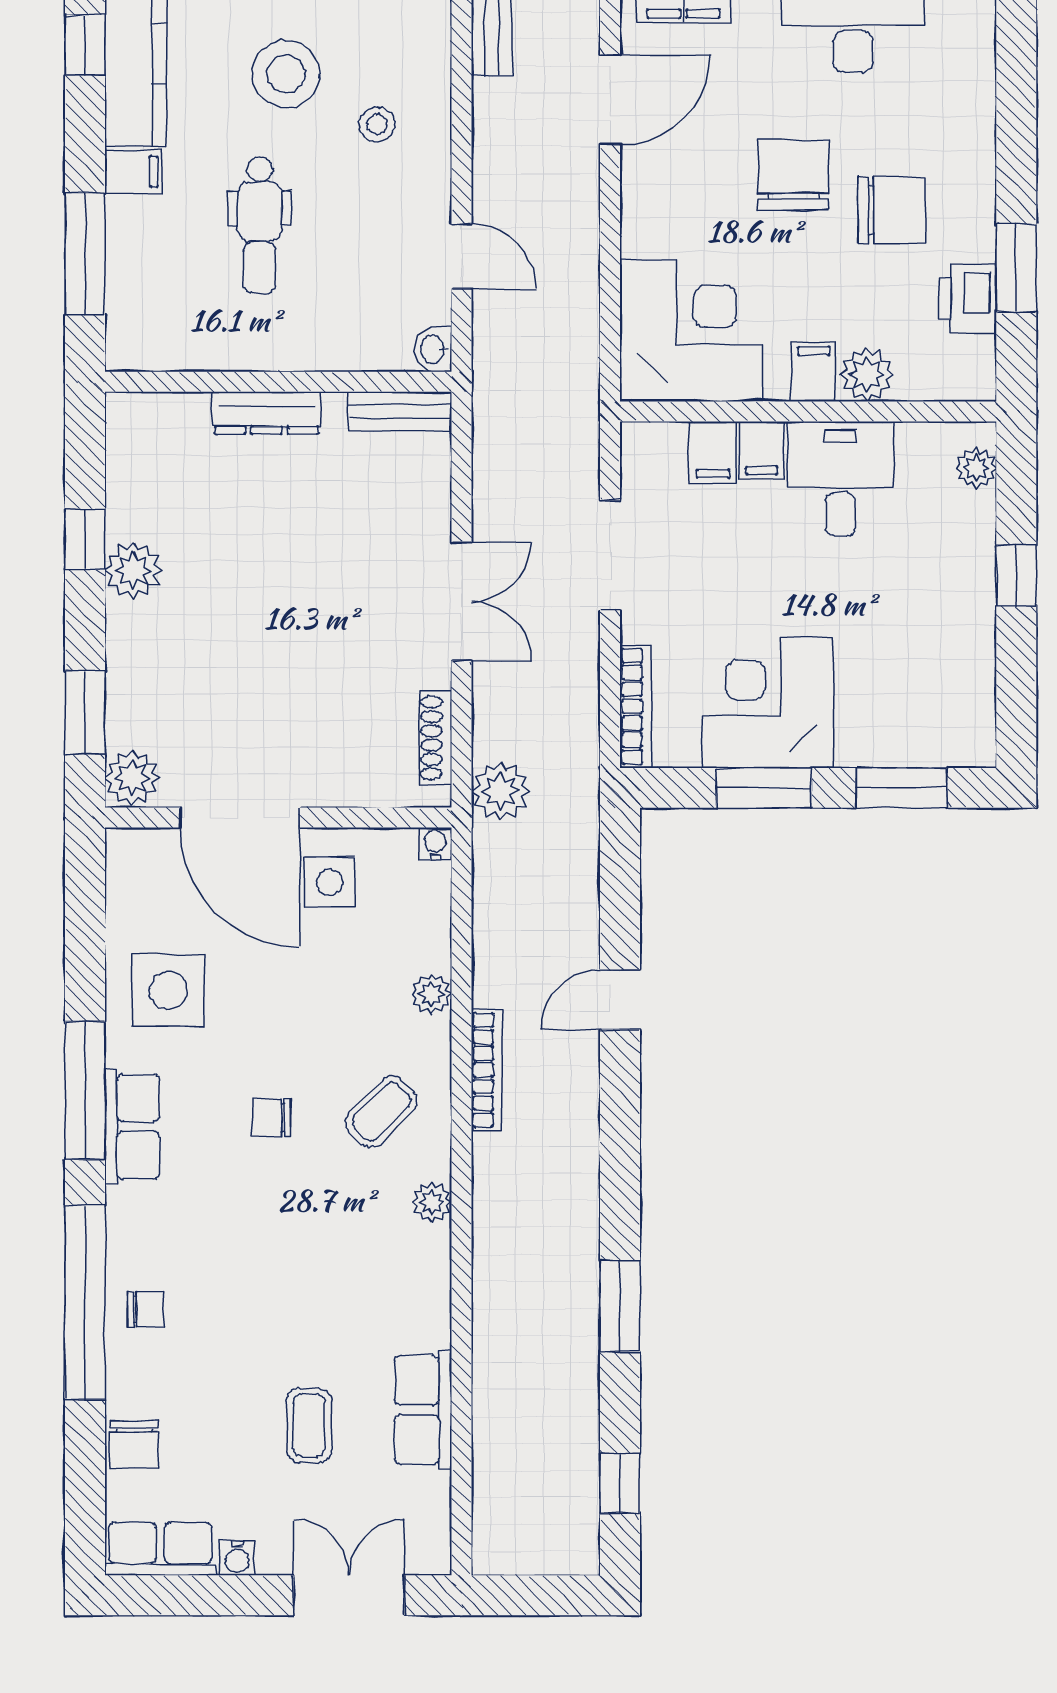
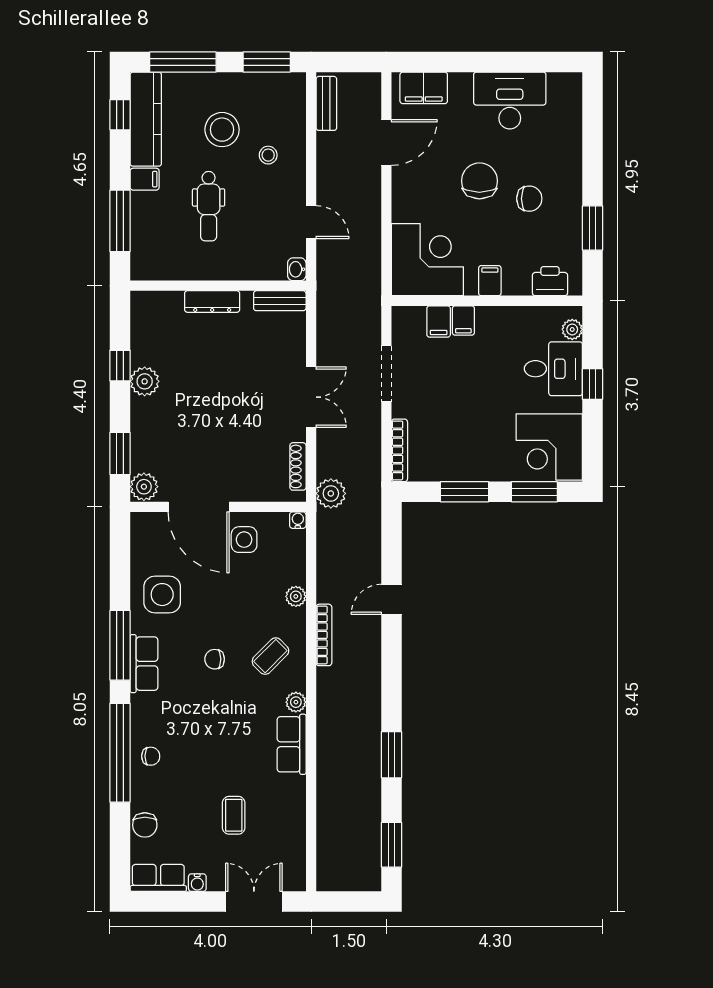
chair: (892, 210) -> (529, 199), width x0.73, depth x0.73
printer: (968, 299) -> (550, 281), moved, turned 90
plant: (867, 375) -> (517, 282), removed
desk: (841, 479) -> (553, 369), moved, turned 90
corner desk: (768, 703) -> (549, 447), moved, turned -90
row of seats: (423, 1410) -> (292, 744), moved
window: (620, 1483) -> (391, 845), width x1.50

